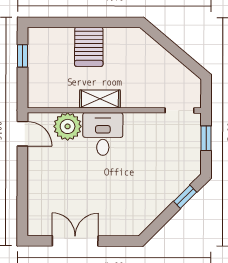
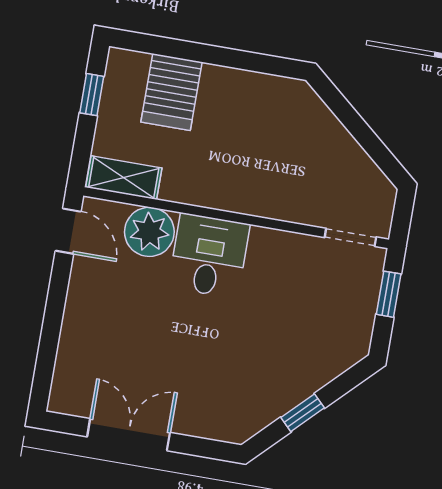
server rack: (89, 47) -> (171, 92), moved
shelving: (100, 99) -> (124, 178), moved
window: (185, 197) -> (303, 413), moved

